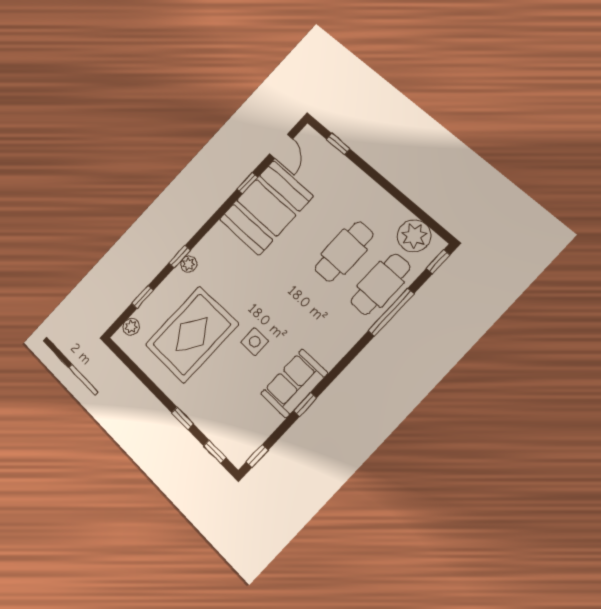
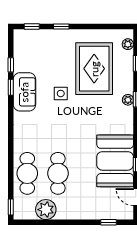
plant: (414, 236) -> (46, 210), moved
window: (391, 312) -> (11, 165), removed
window: (257, 456) -> (11, 65), moved

